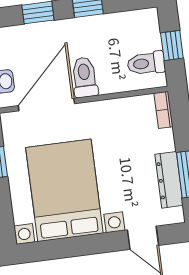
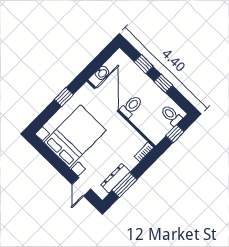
toilet: (146, 63) -> (171, 115), moved
door: (46, 105) -> (106, 99), hinge flipped

